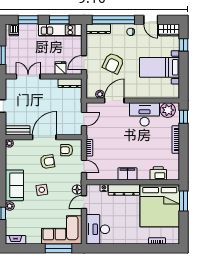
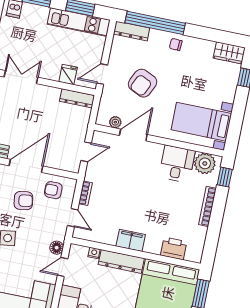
door: (151, 20) -> (207, 34), removed
bed with nightstands: (159, 67) -> (201, 122), moved
desk: (145, 114) -> (177, 164), width x0.73

